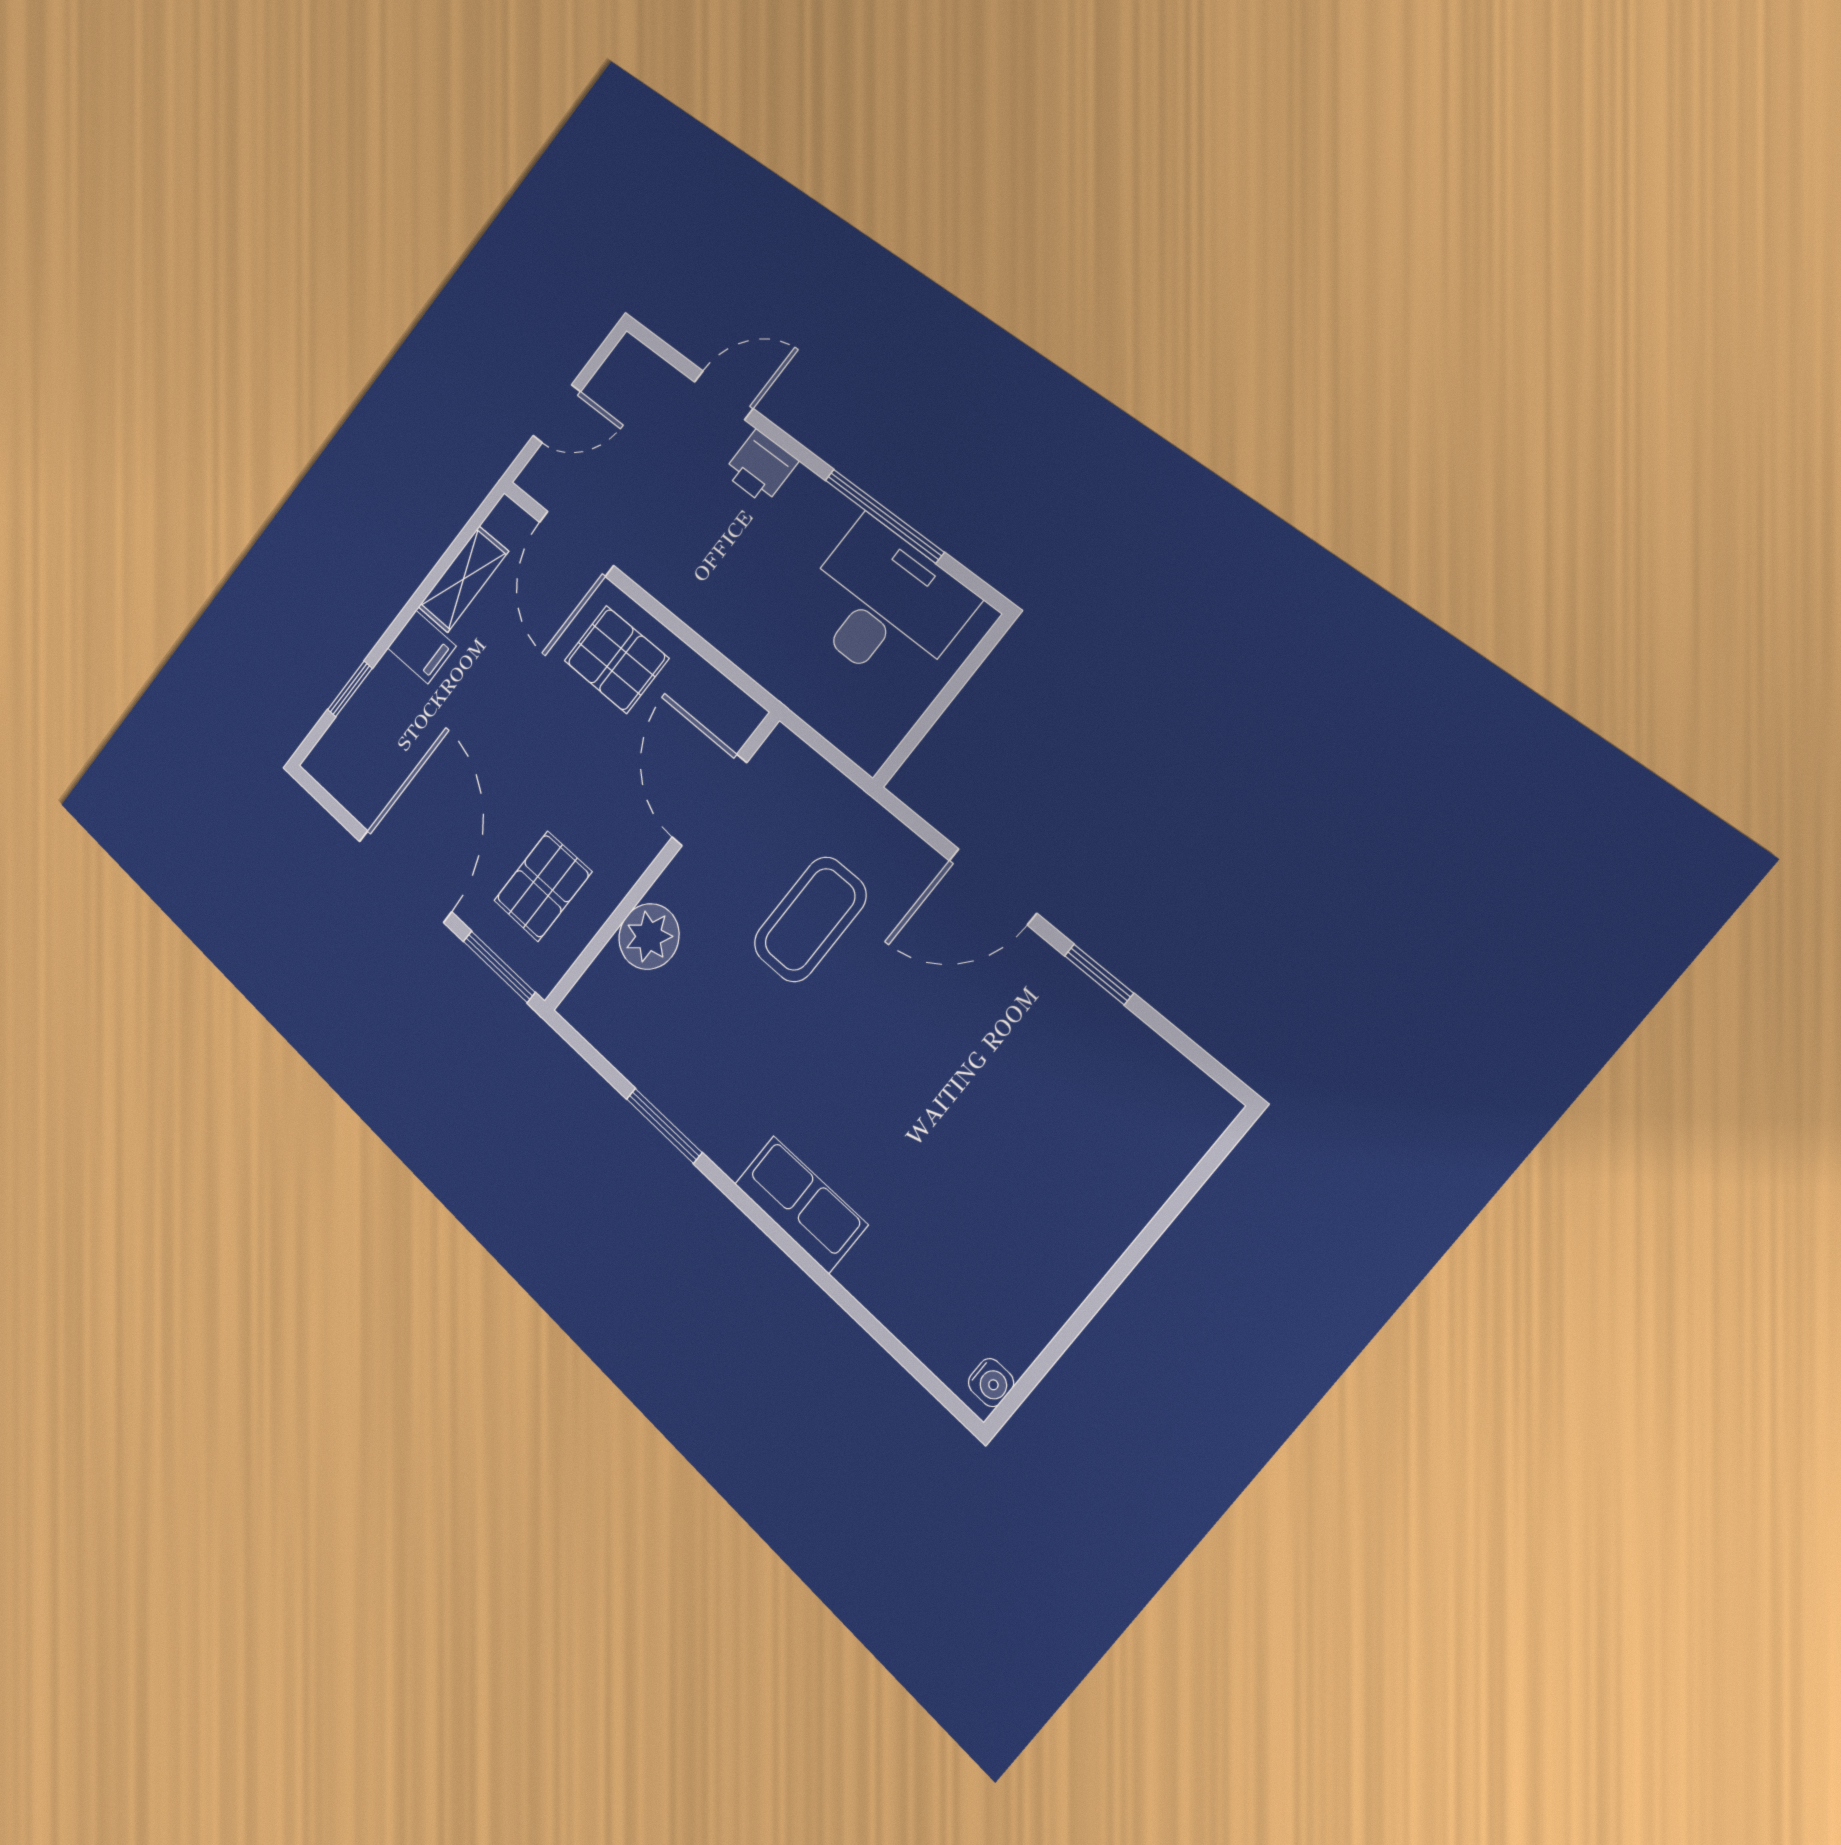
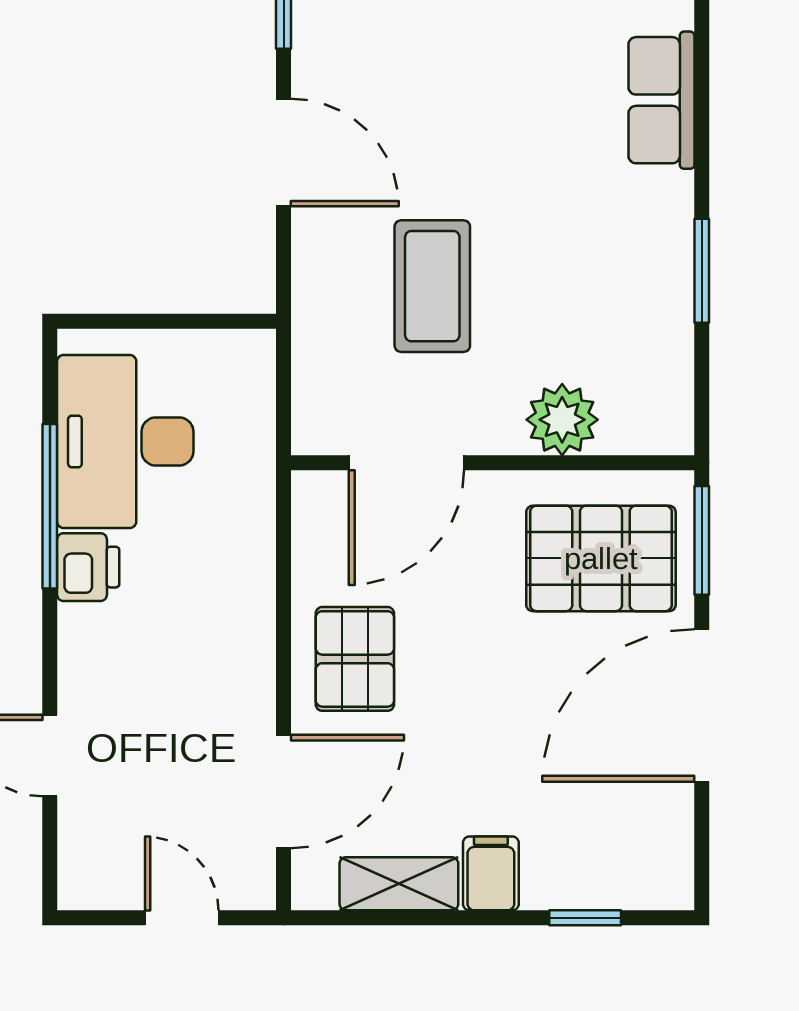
printer: (761, 467) -> (88, 567), moved
pallet: (543, 886) -> (601, 558), width x1.50, depth x1.42
coffee table: (810, 919) -> (432, 286), turned 90

